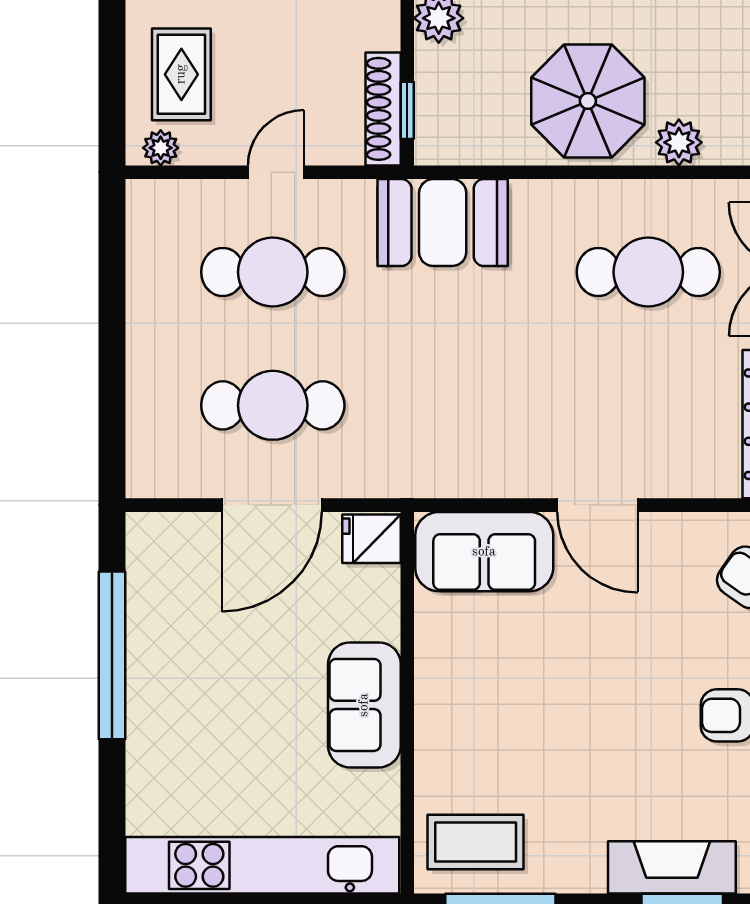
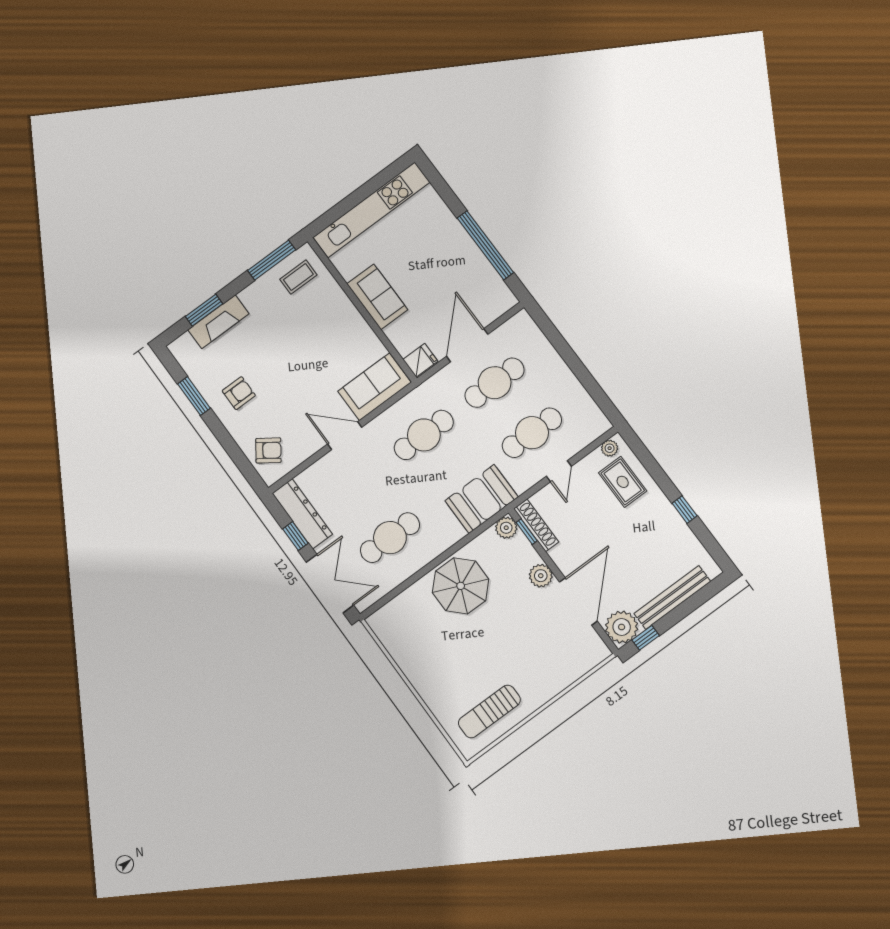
plant: (679, 142) -> (506, 528), moved
cafe table: (461, 405) -> (424, 435), added
coffee table: (476, 842) -> (298, 277), width x0.73, depth x0.77

